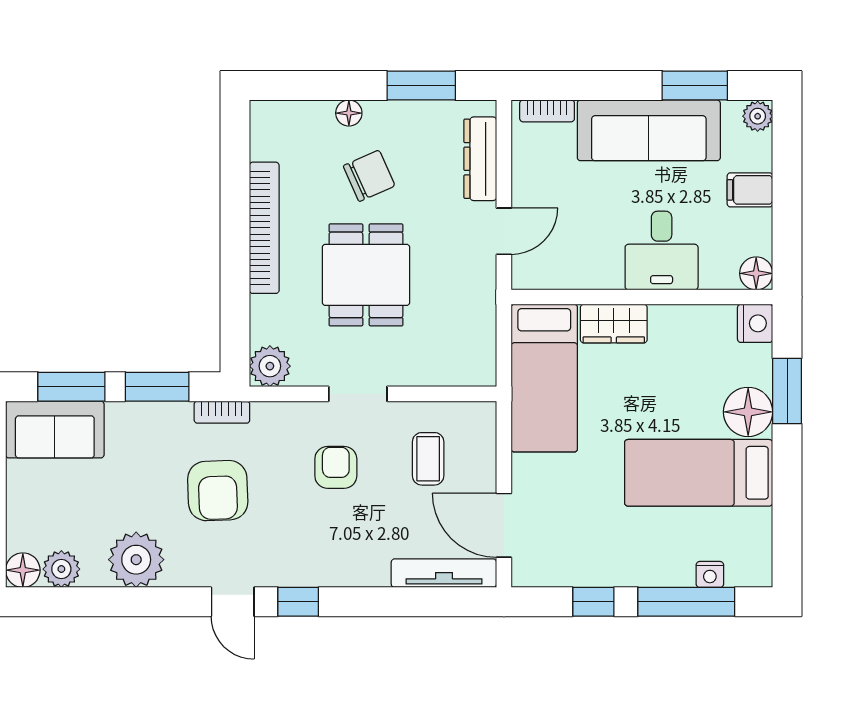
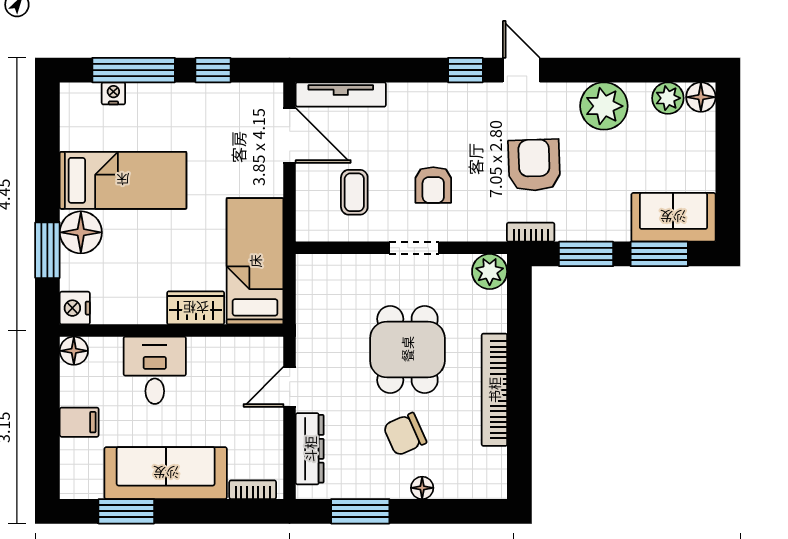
plant: (758, 116) -> (73, 485), removed

